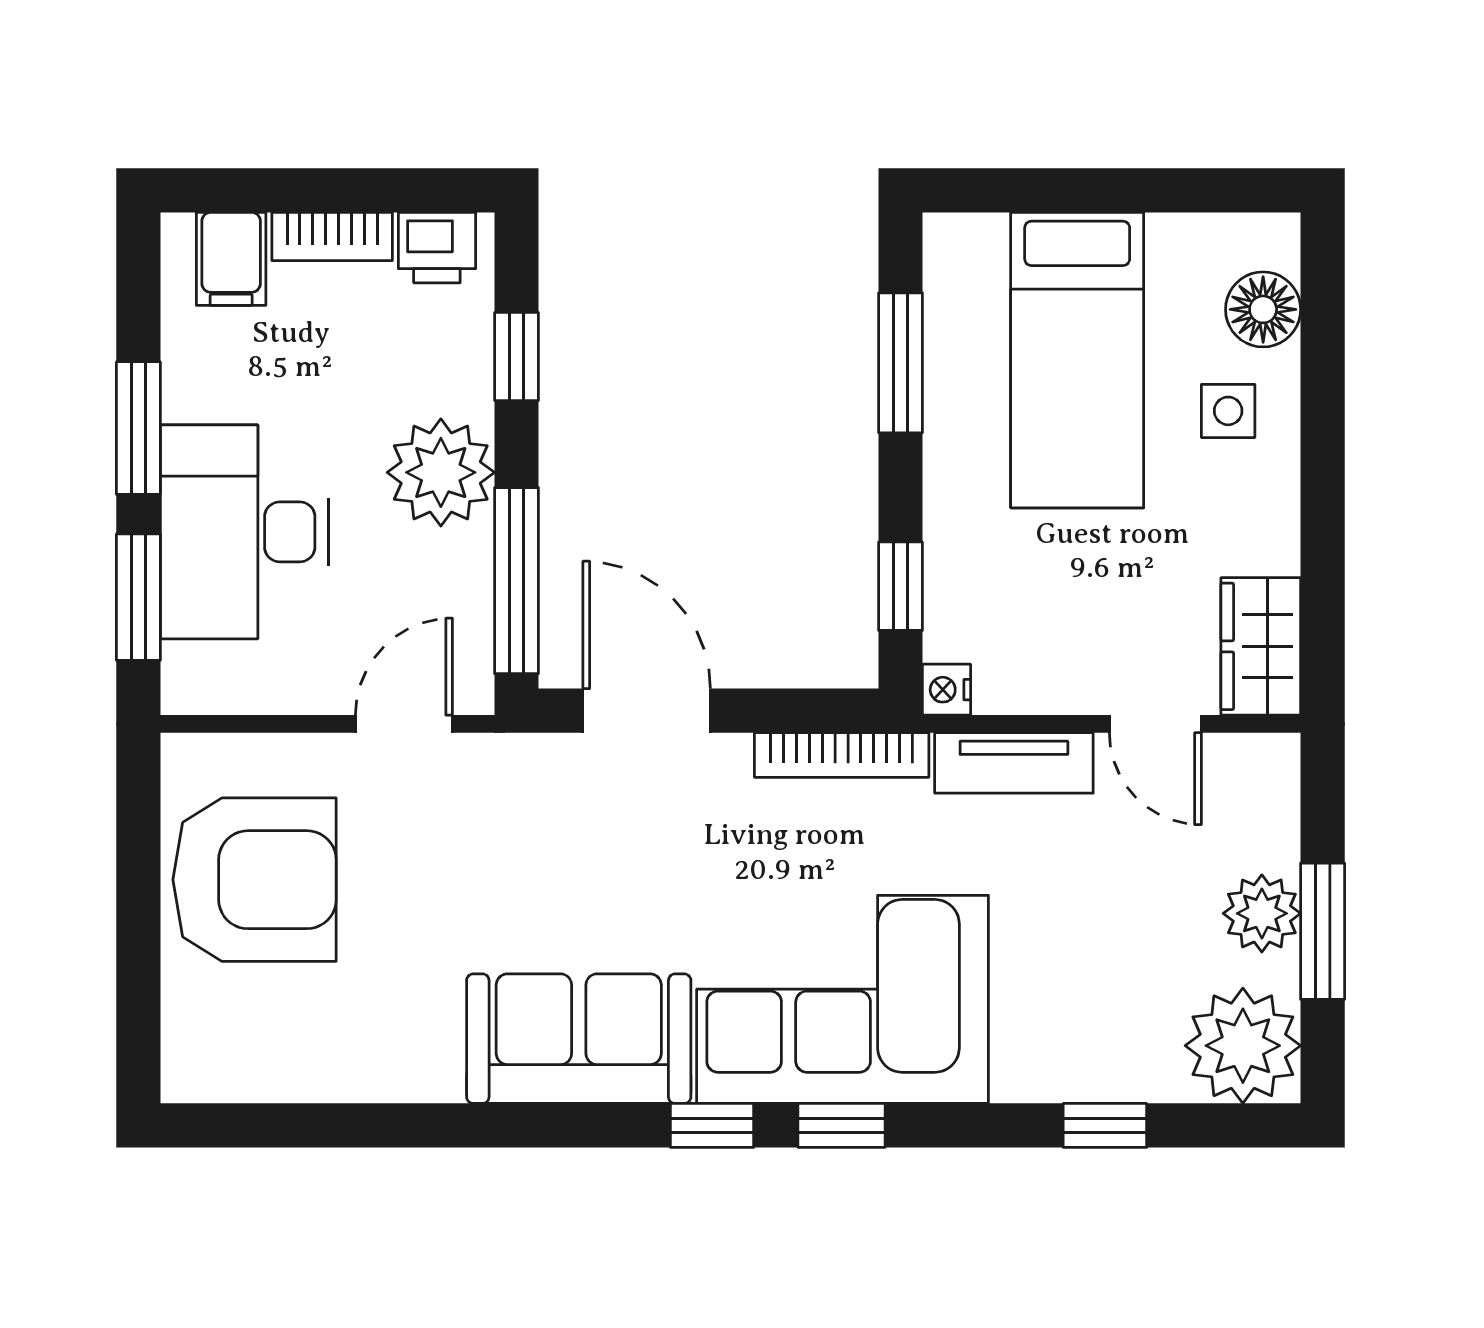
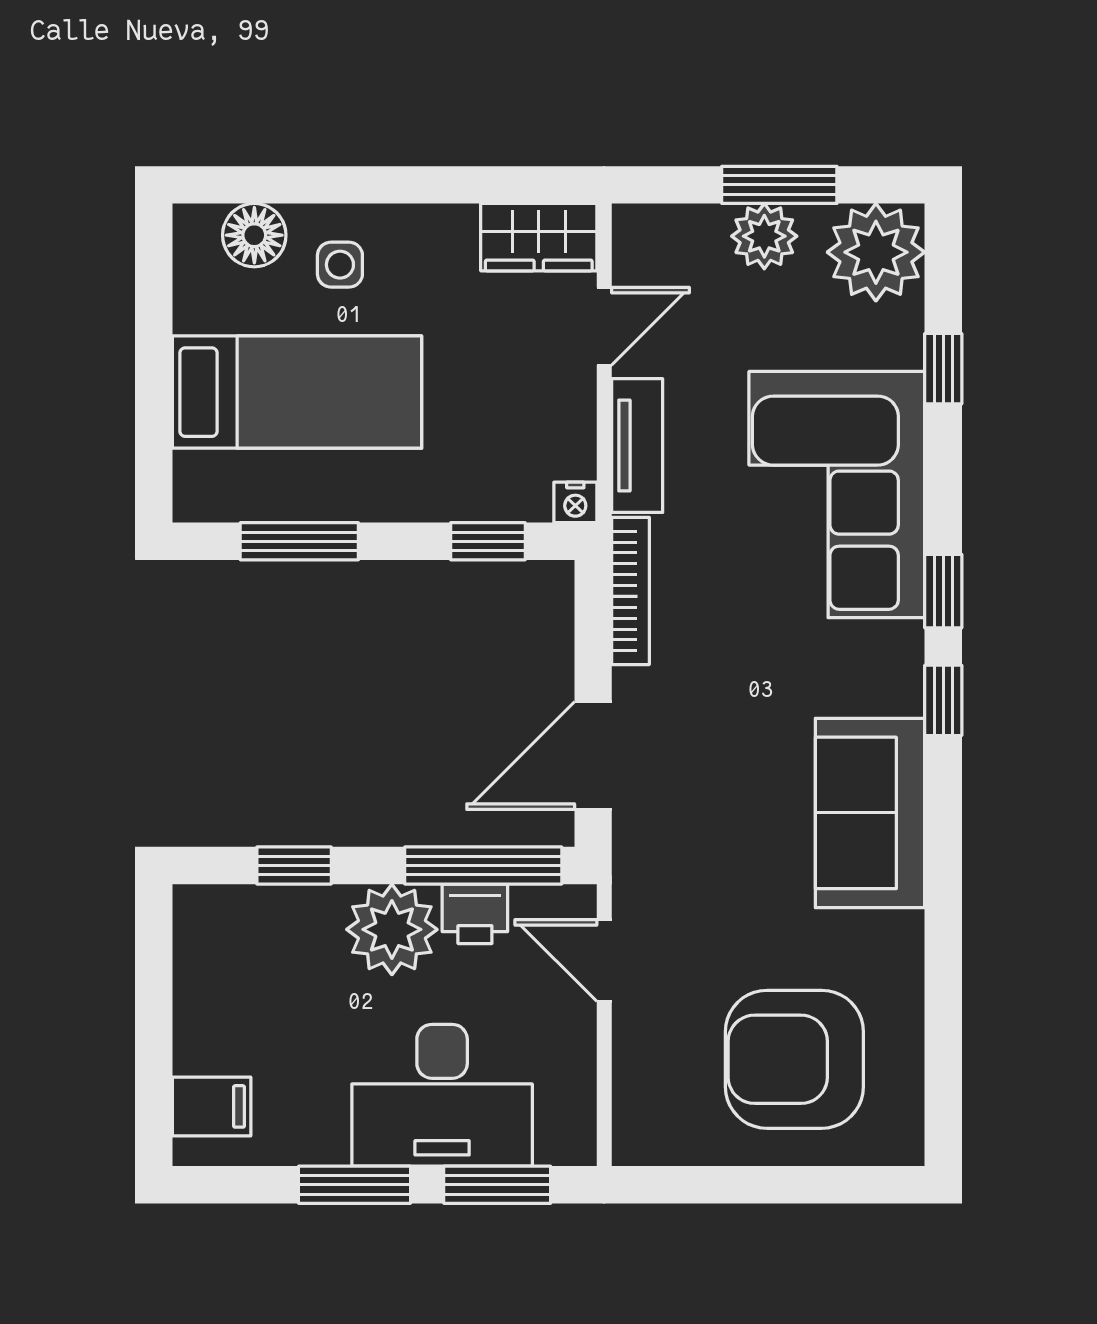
bookcase: (332, 236) -> (193, 1021), removed
printer: (437, 248) -> (475, 914), moved, turned 90
armchair: (255, 880) -> (794, 1059), moved, turned -90
corner sofa: (843, 999) -> (837, 495), moved

